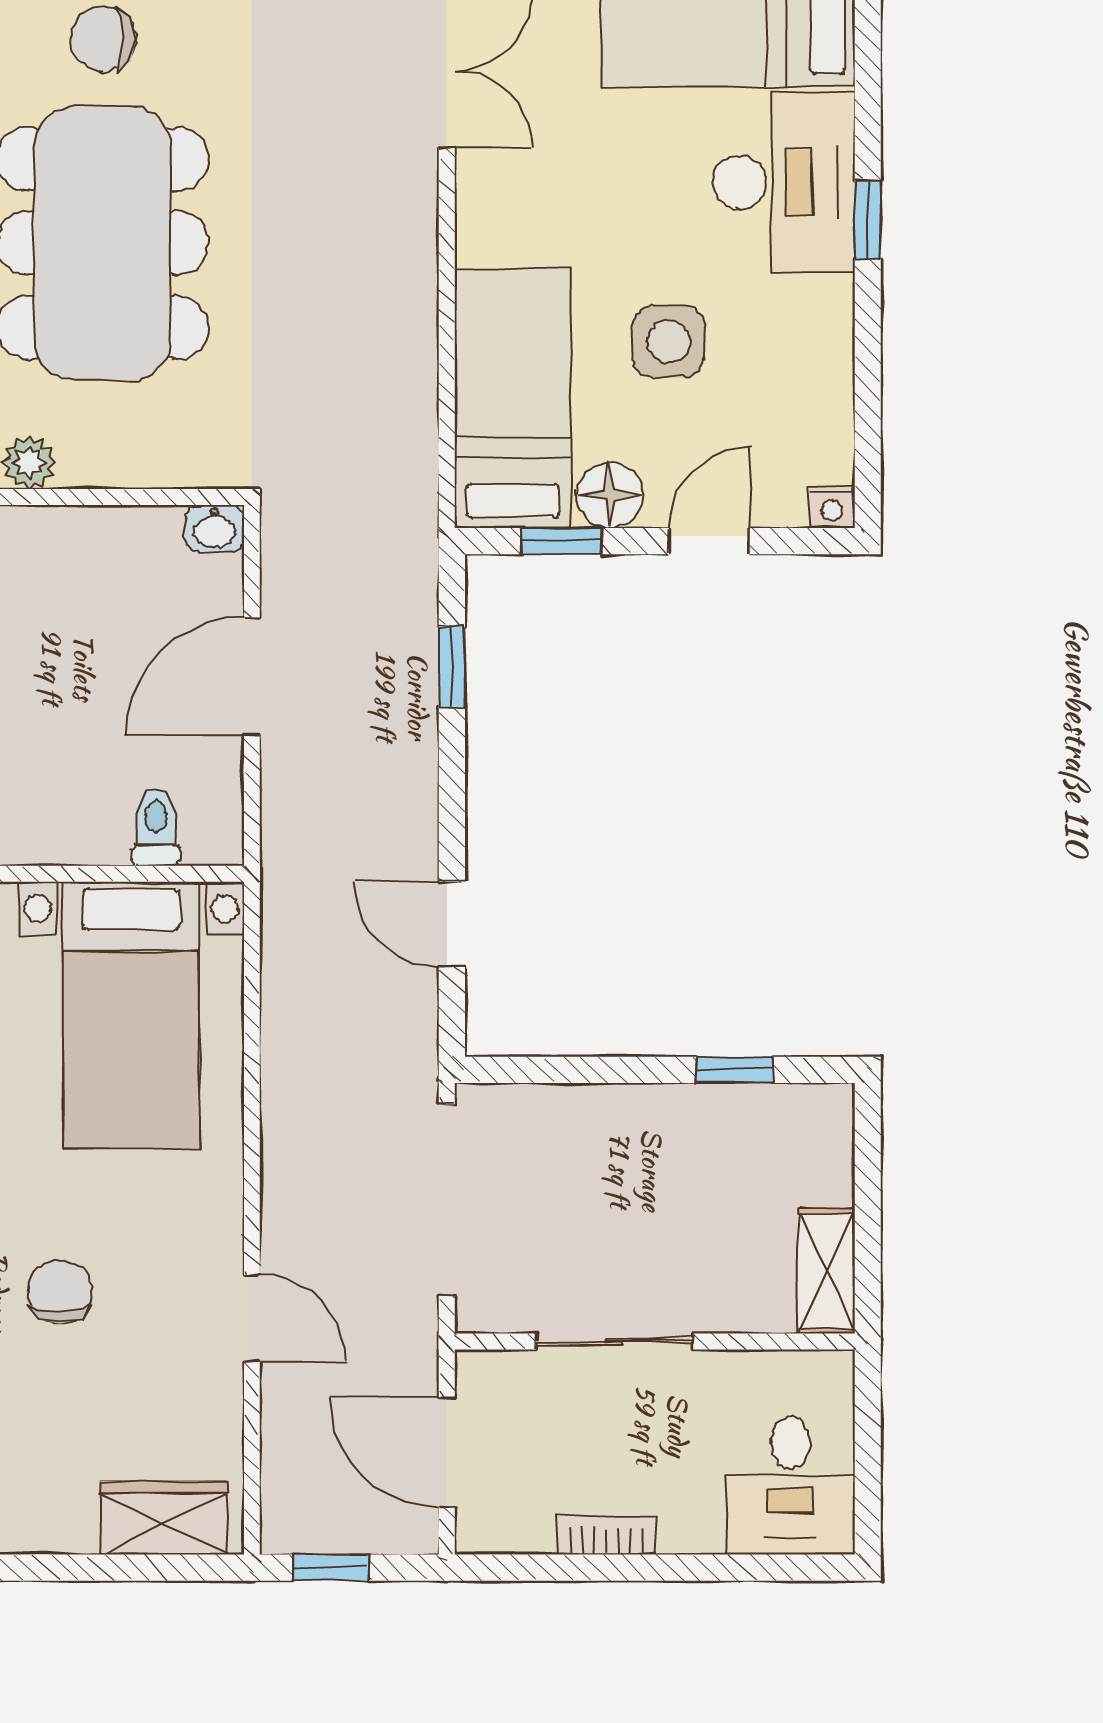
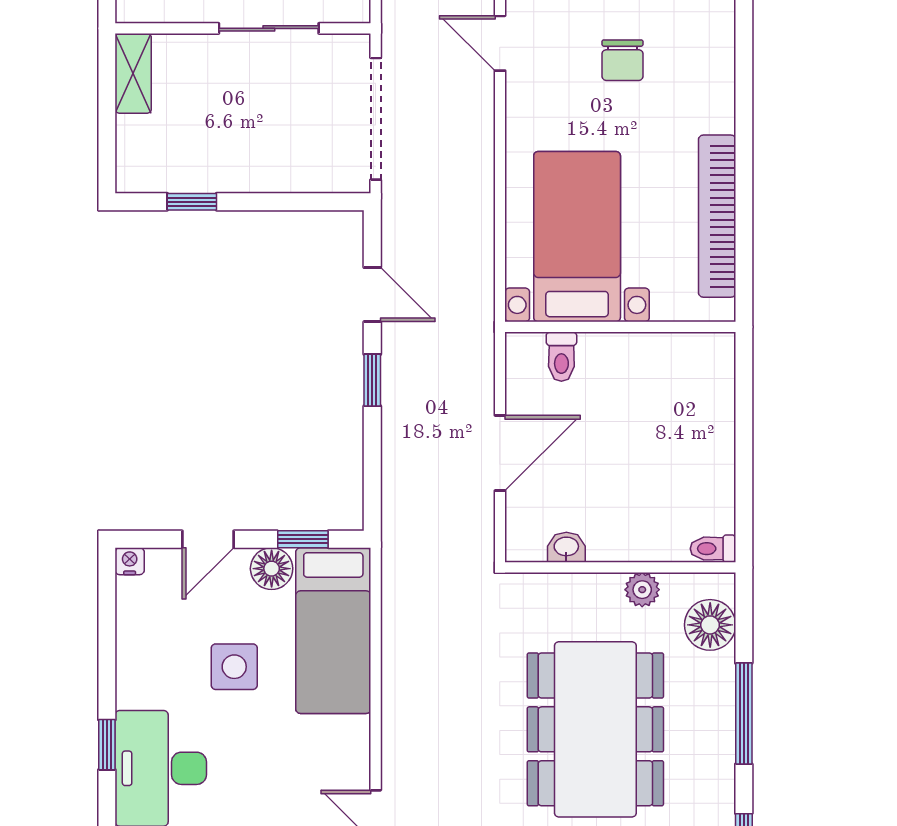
washbasin: (215, 528) -> (566, 547), moved
window: (452, 667) -> (372, 380), moved

